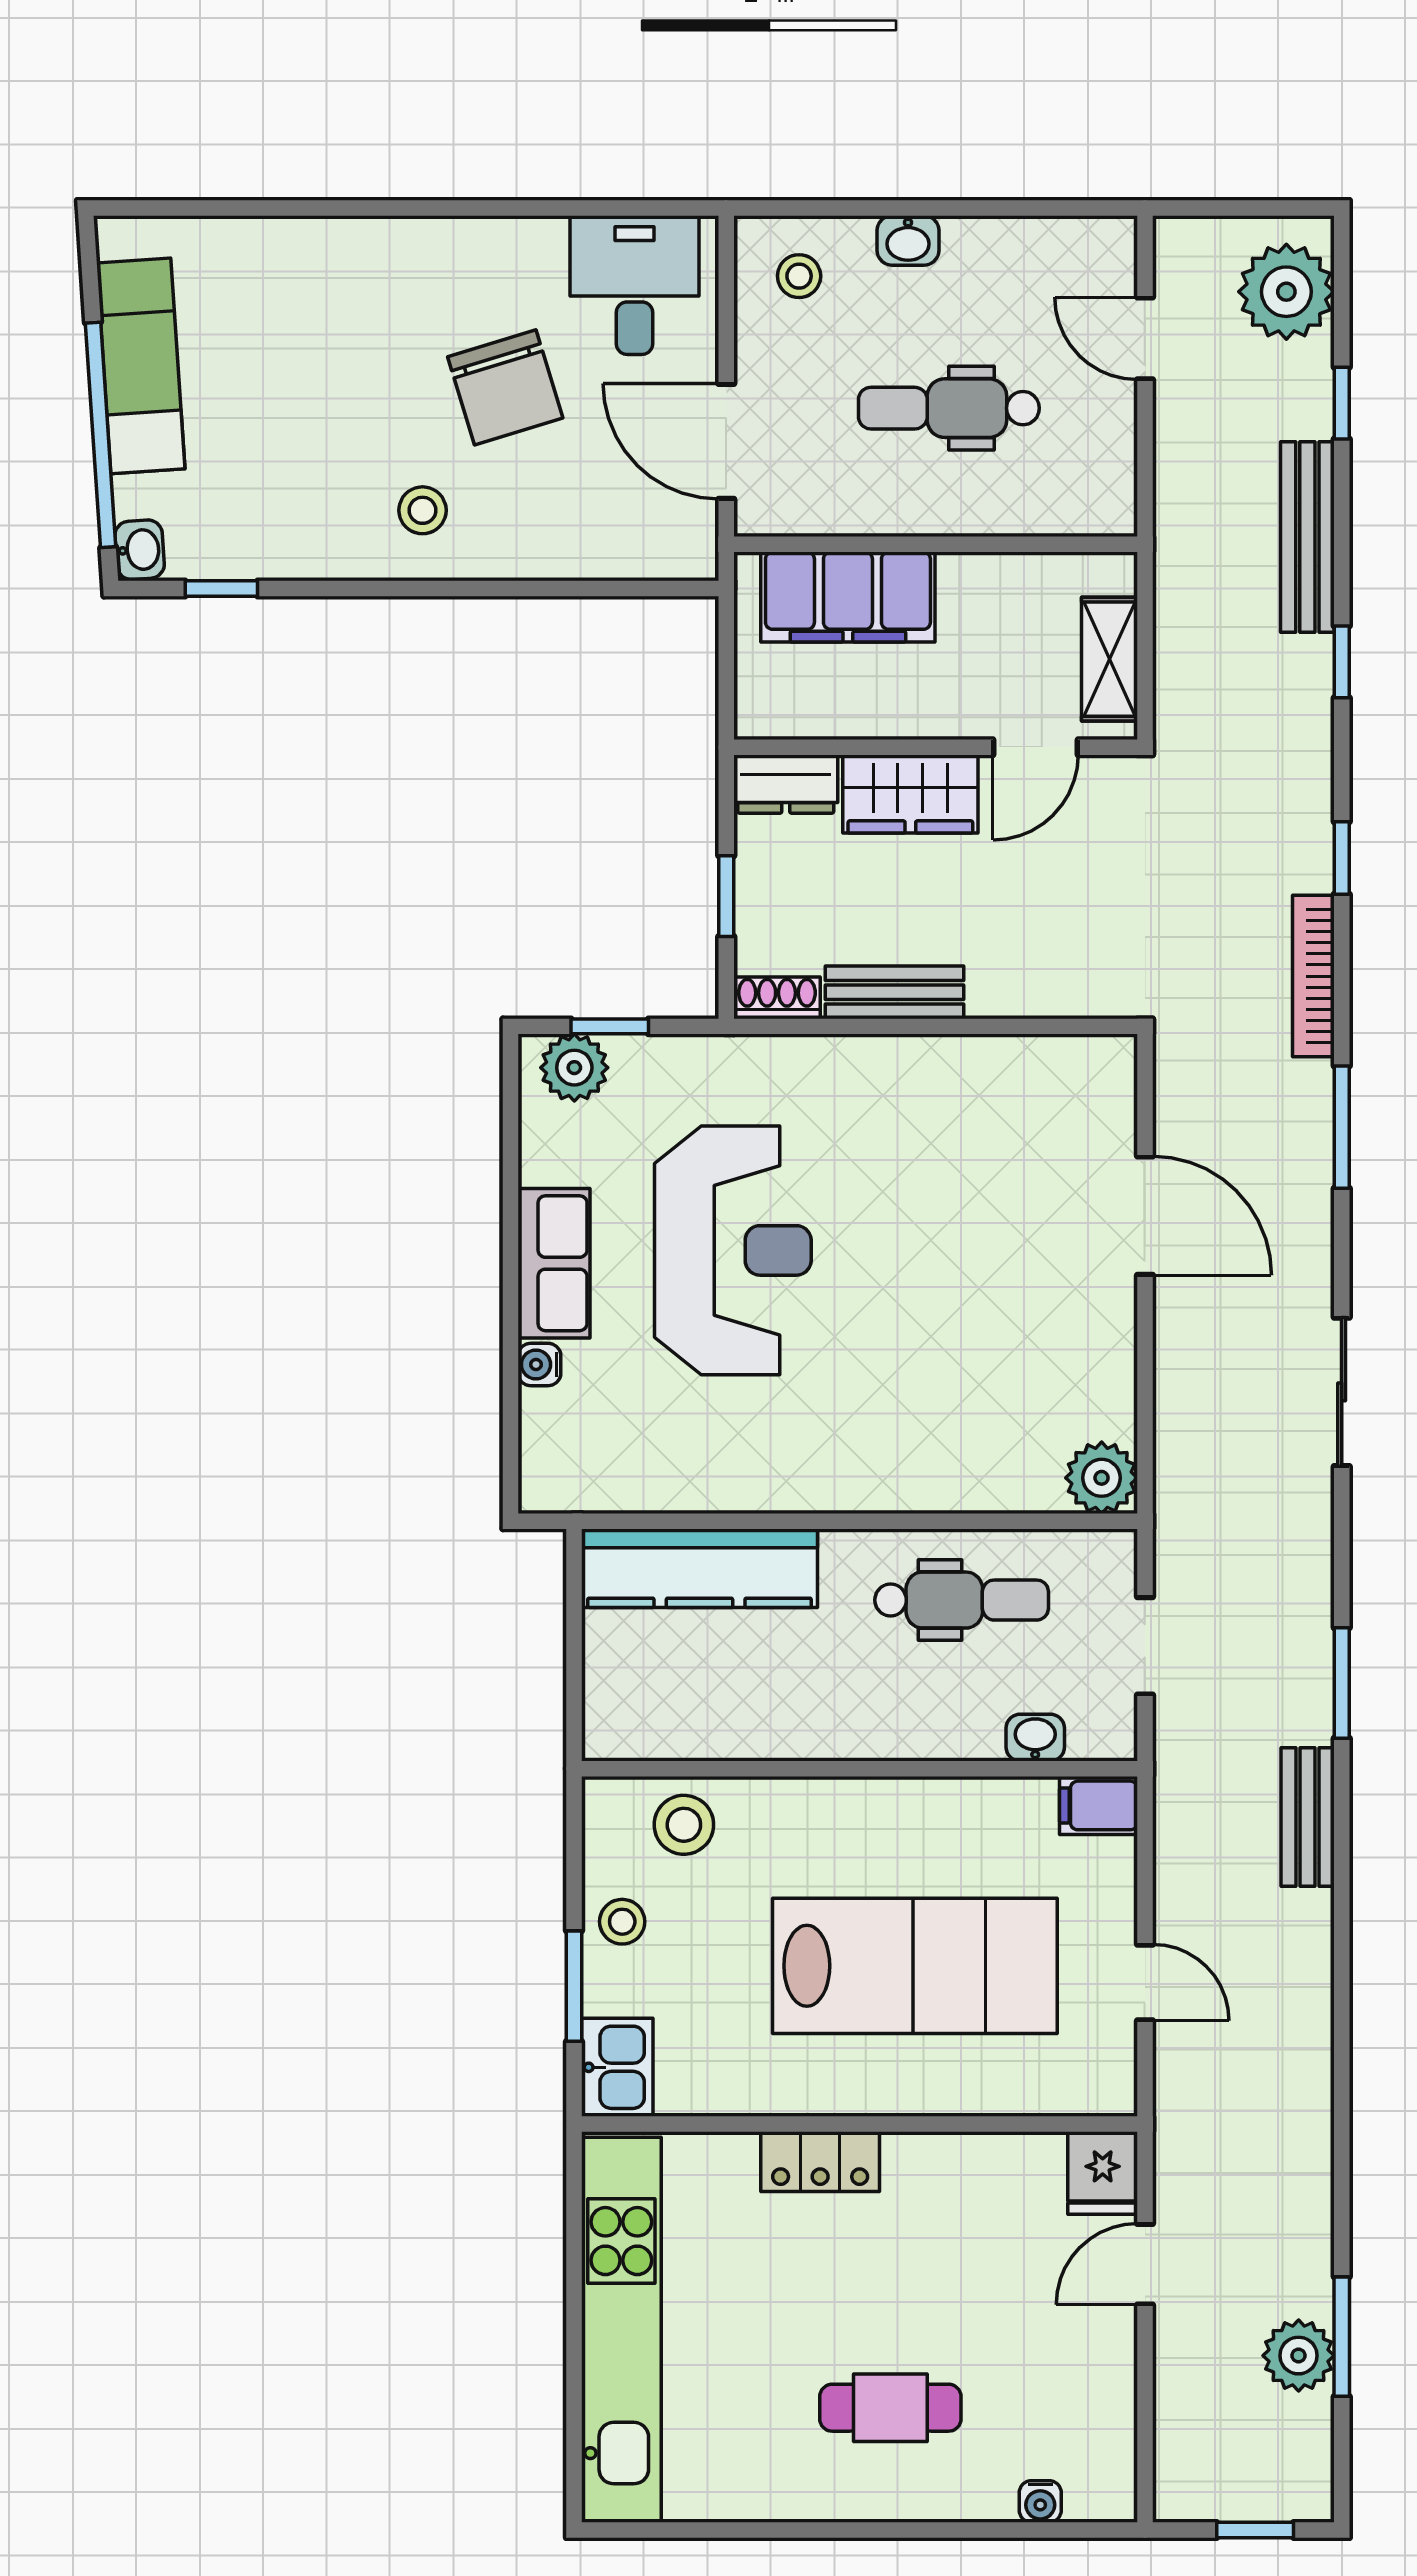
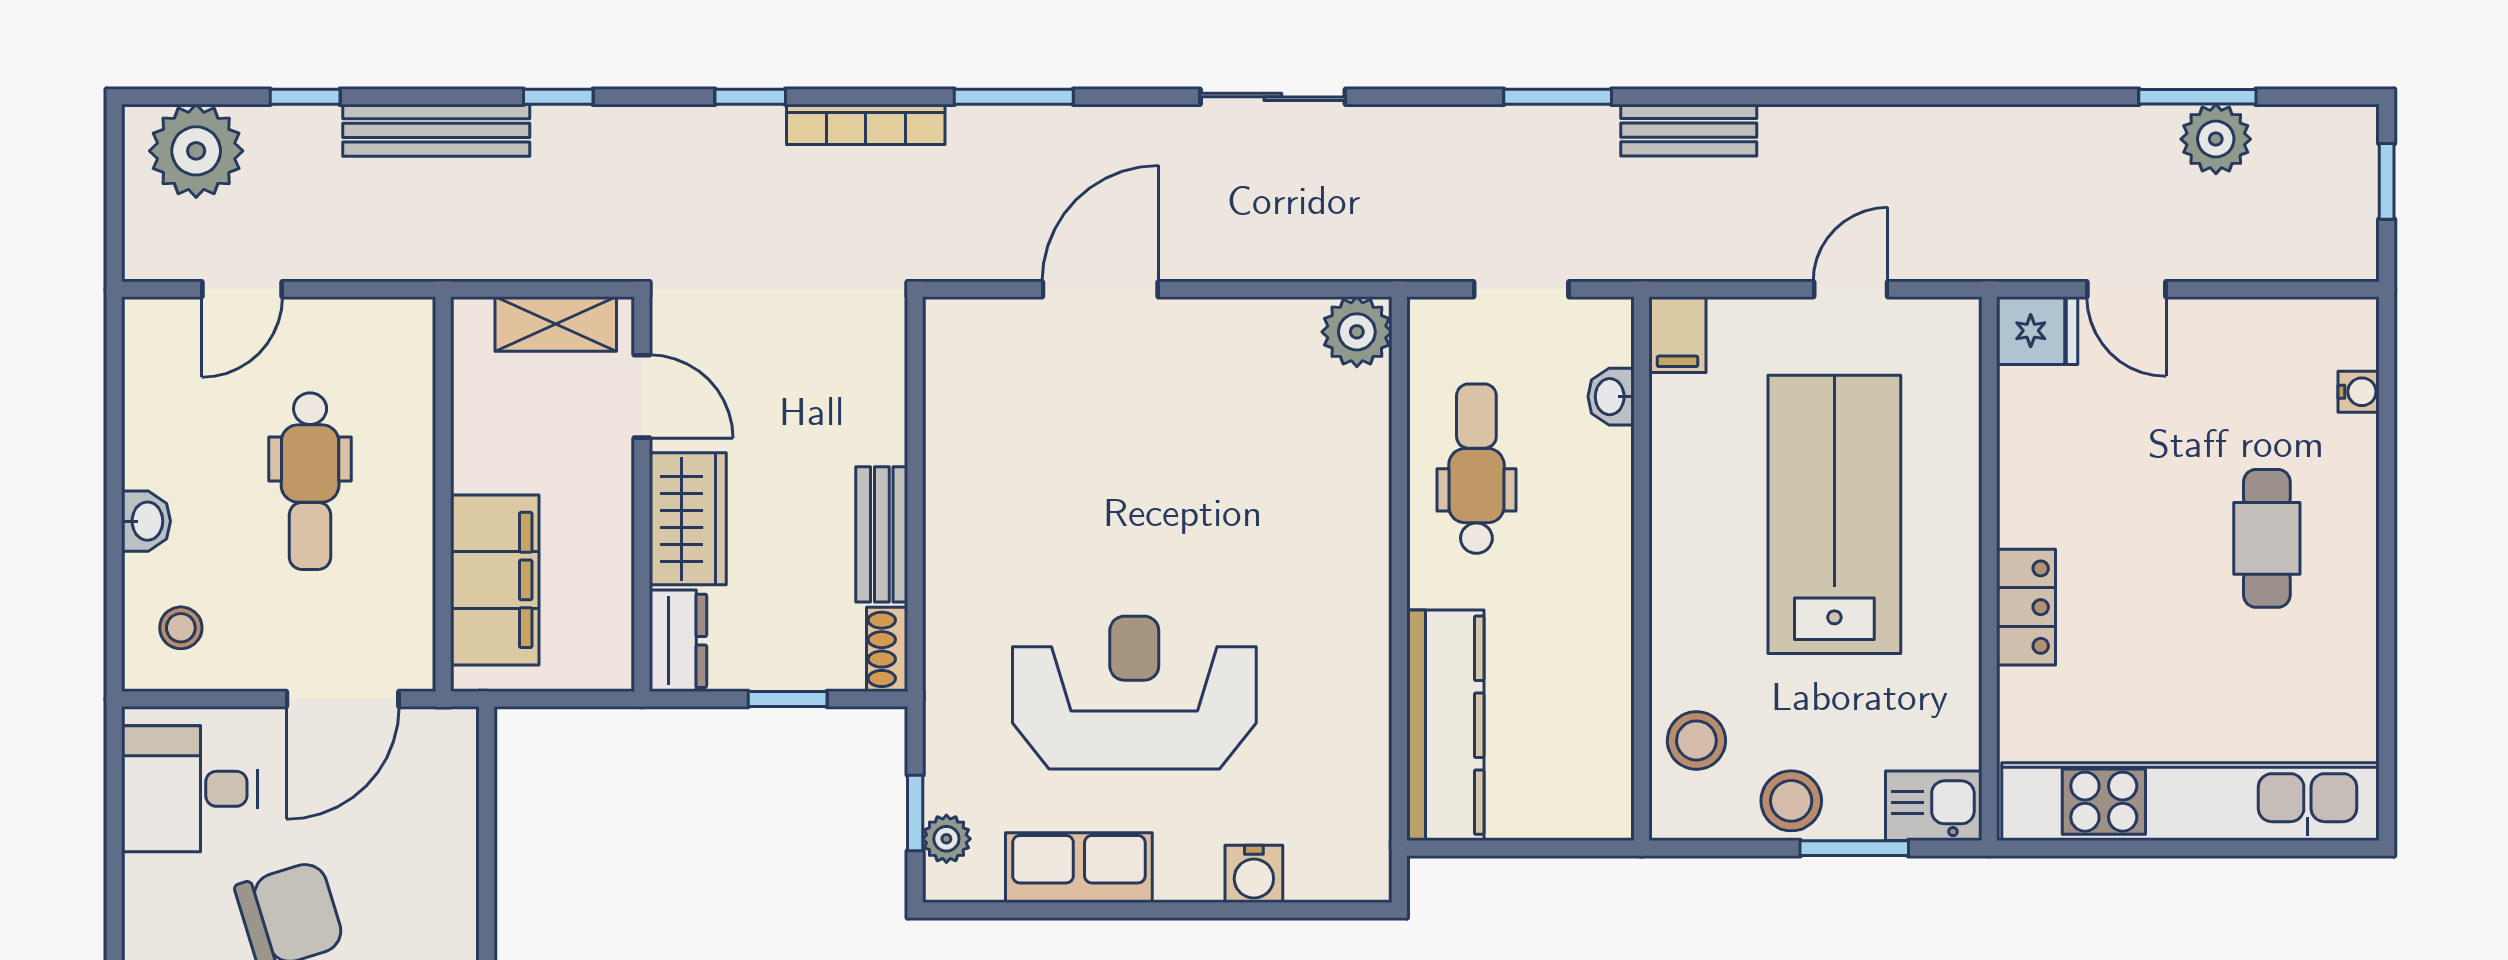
plant: (574, 1068) -> (946, 839), width x0.73, depth x0.73
row of seats: (554, 1263) -> (1079, 868), moved
water cooler: (539, 1364) -> (1254, 874), width x1.38, depth x1.38
stool: (622, 1922) -> (1791, 801), width x1.37, depth x1.37

